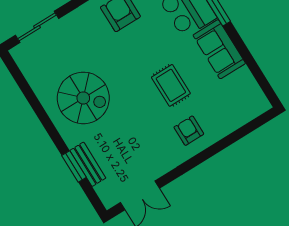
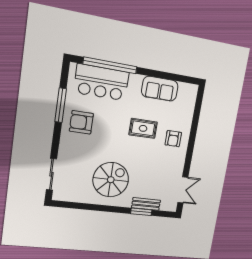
sofa: (219, 49) -> (160, 89), moved
armchair: (189, 131) -> (173, 139), turned -90

